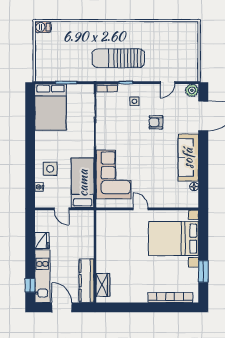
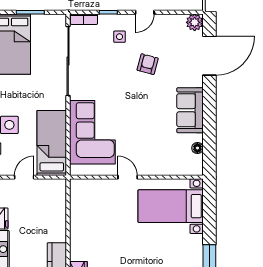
door: (167, 83) -> (145, 12), moved
armchair: (156, 122) -> (148, 64), turned 105
sofa: (188, 158) -> (190, 110), width x0.73
door: (61, 209) -> (24, 177), swing flipped
bed with nightstands: (174, 239) -> (171, 206), width x0.73

